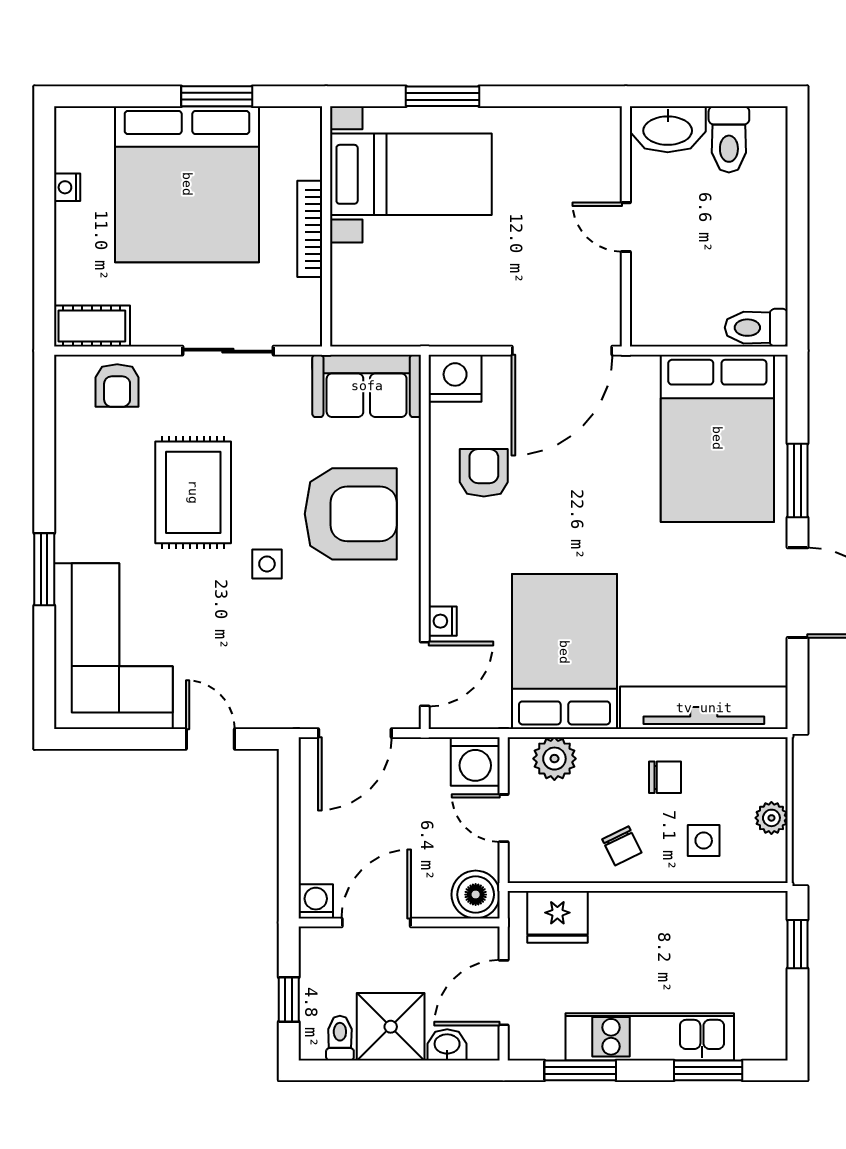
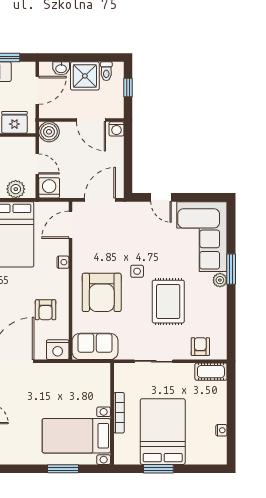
bed: (187, 184) -> (163, 432), width x0.73
armchair: (351, 514) -> (102, 292), turned -90
plant: (71, 543) -> (220, 280), added
nightstand: (443, 621) -> (63, 262), moved
door: (376, 922) -> (91, 120), hinge flipped

